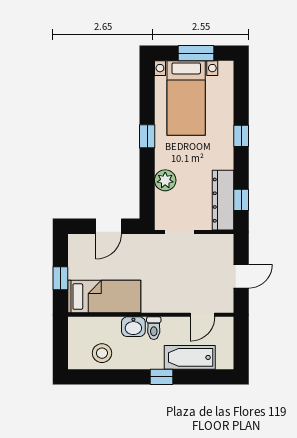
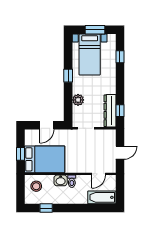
window: (241, 136) -> (120, 57), moved
bed: (104, 297) -> (45, 159), width x1.50
stool: (102, 353) -> (36, 186), moved
bathtub: (190, 357) -> (102, 197), moved
window: (161, 377) -> (46, 208), moved

